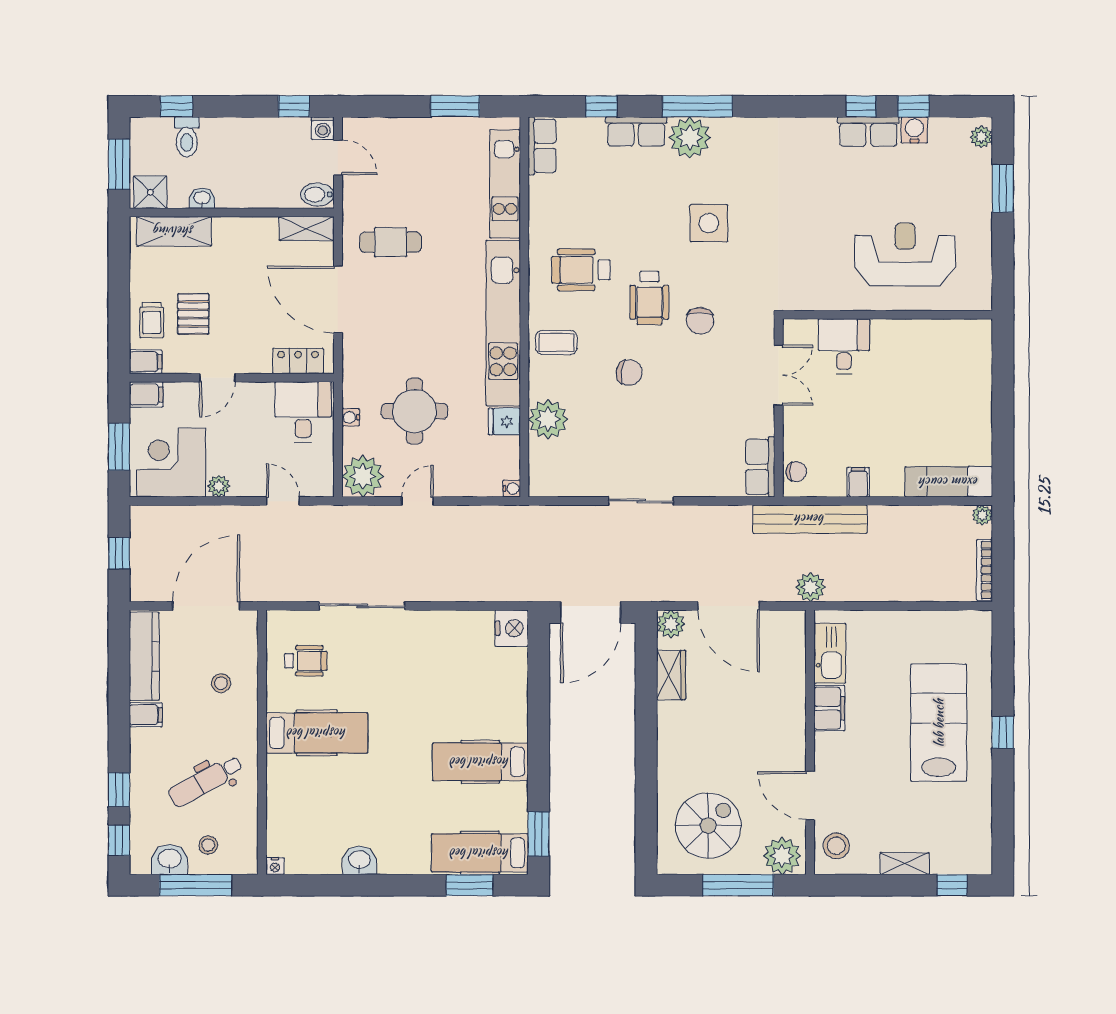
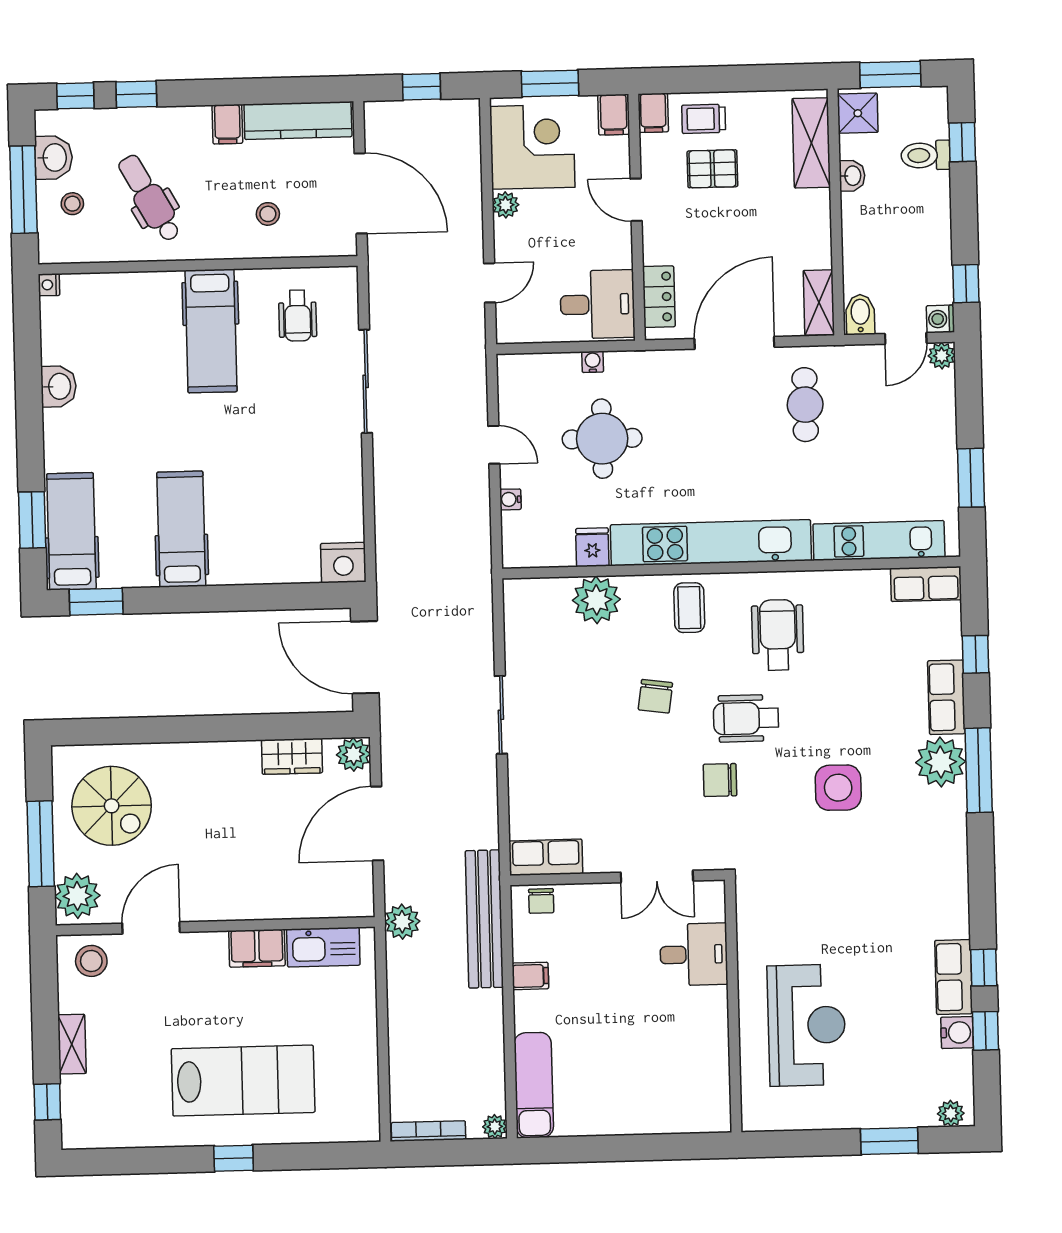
plant: (363, 476) -> (942, 356), moved, width x0.53, depth x0.53
water cooler: (512, 488) -> (510, 499), moved, turned 90

